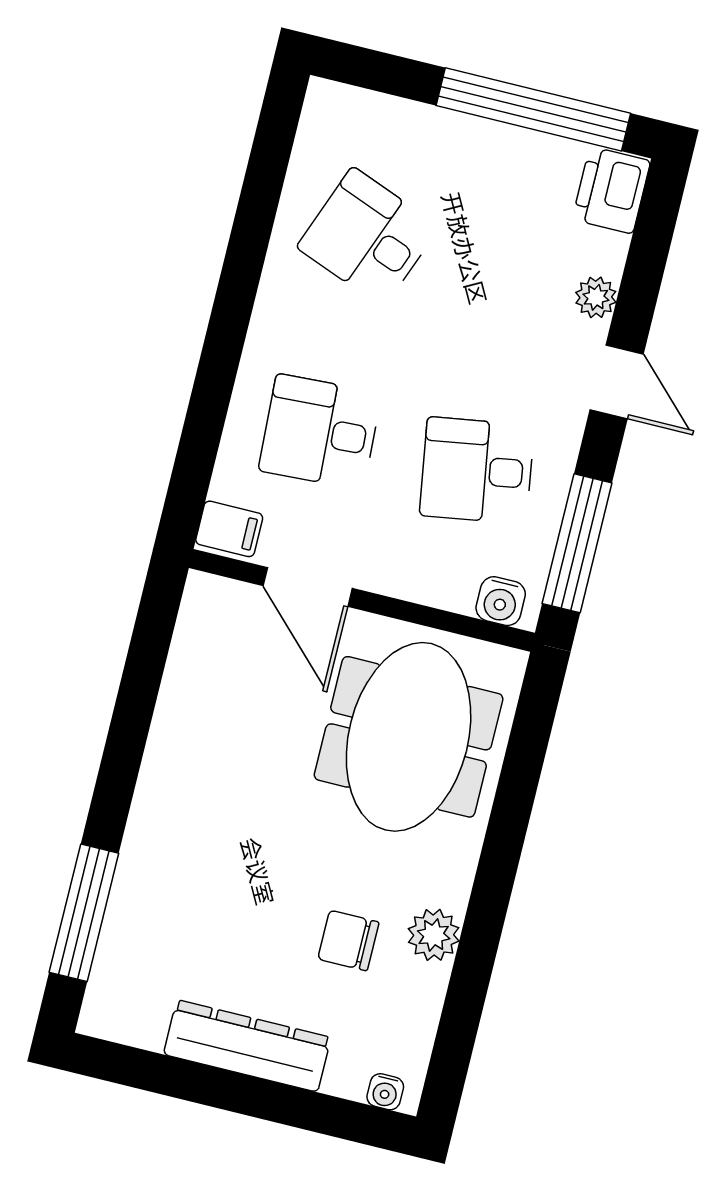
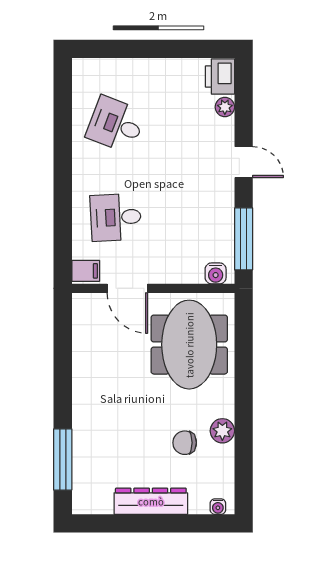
window: (533, 109) -> (176, 49), removed
plant: (596, 297) -> (225, 107), moved
desk: (477, 470) -> (191, 217), removed

